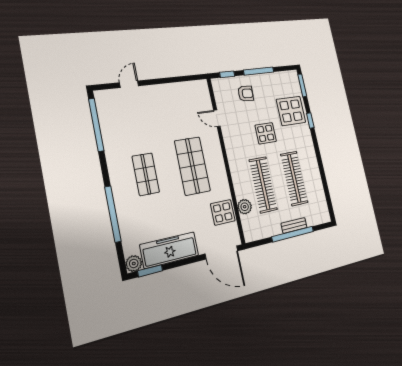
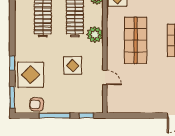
armchair: (246, 94) -> (37, 104), moved
display table: (266, 133) -> (73, 66), moved
plant: (238, 165) -> (95, 34), added

